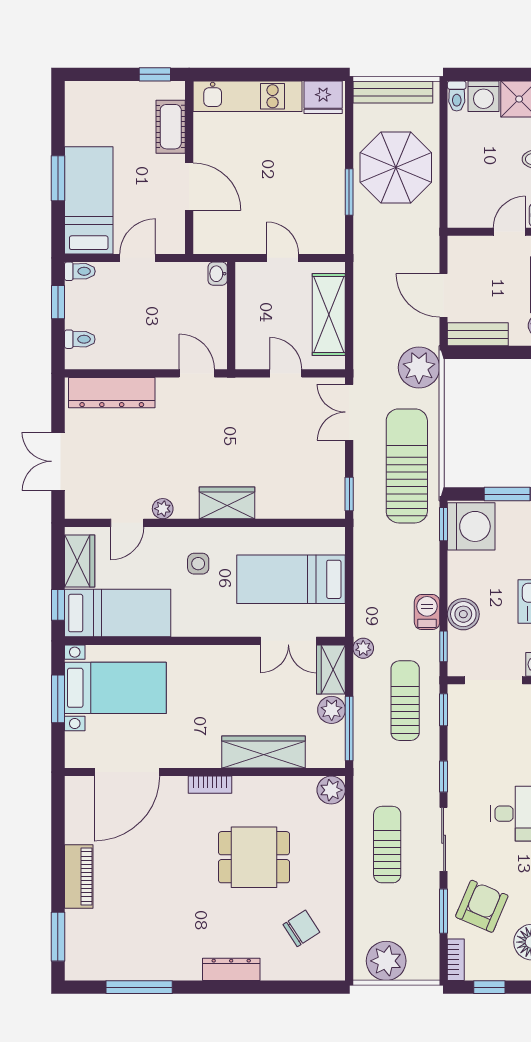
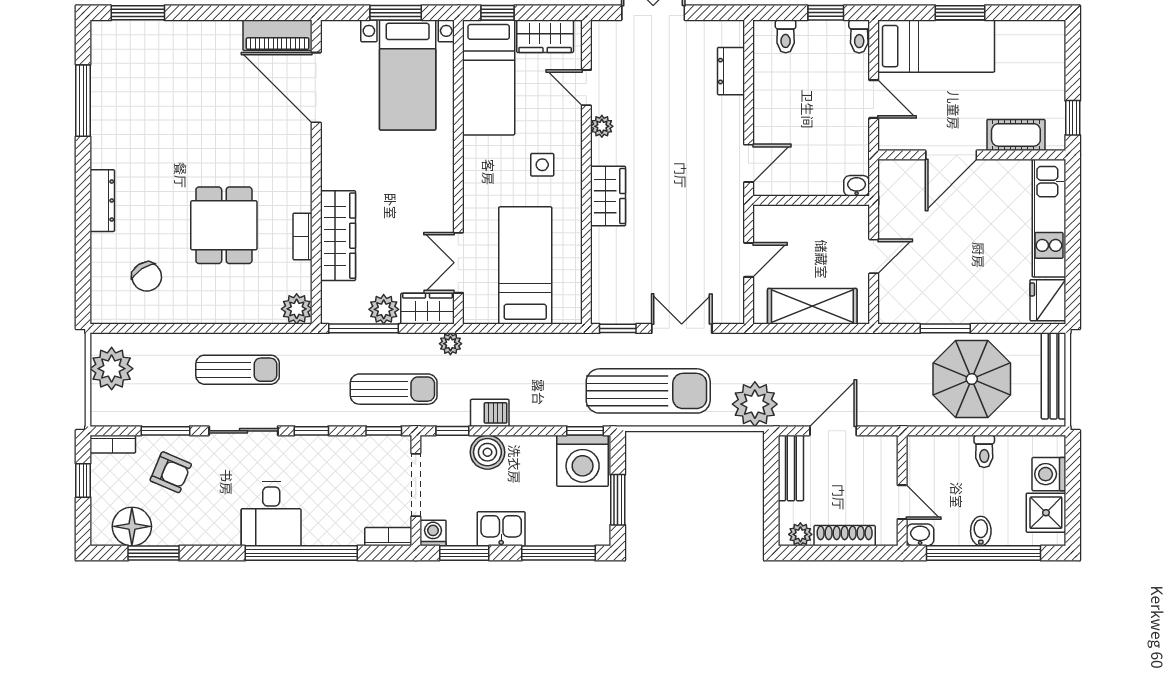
toilet: (457, 96) -> (984, 451), moved, turned -90
dresser: (112, 393) -> (731, 71), width x0.51, depth x0.80
double door: (349, 412) -> (682, 328), moved
bookcase: (210, 785) -> (303, 236), moved
piano: (79, 877) -> (278, 35), moved
armchair: (482, 906) -> (171, 472), width x0.72, depth x0.72

